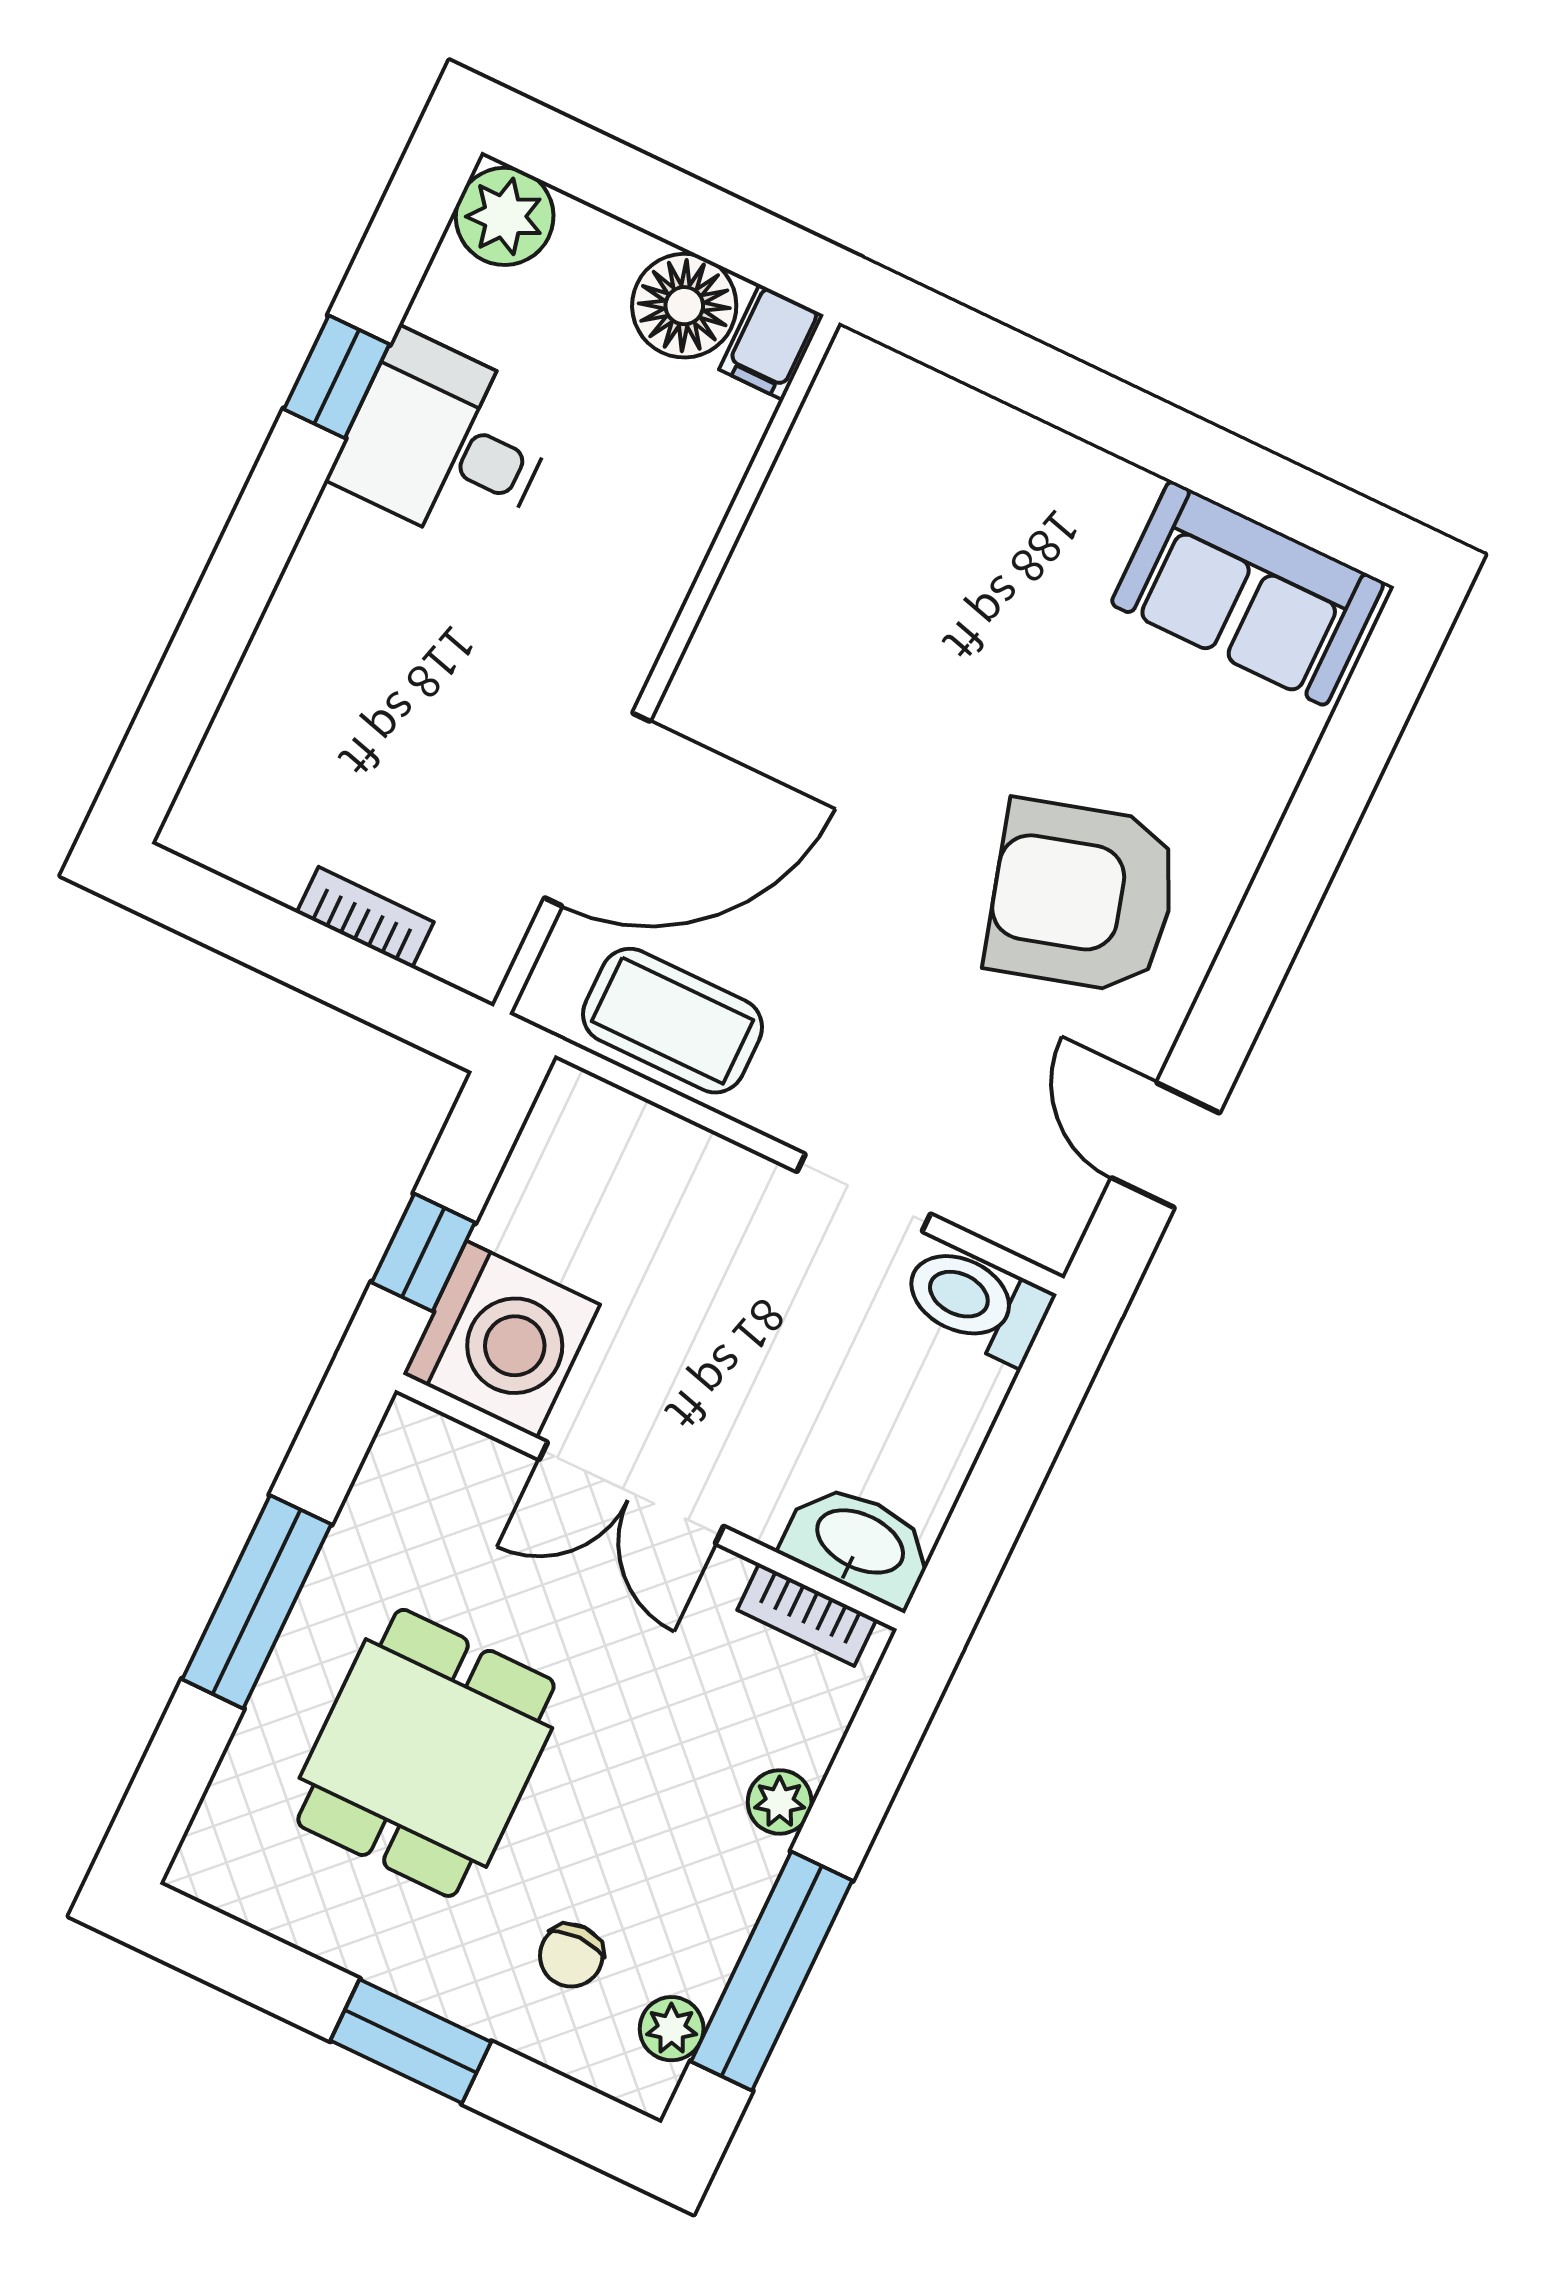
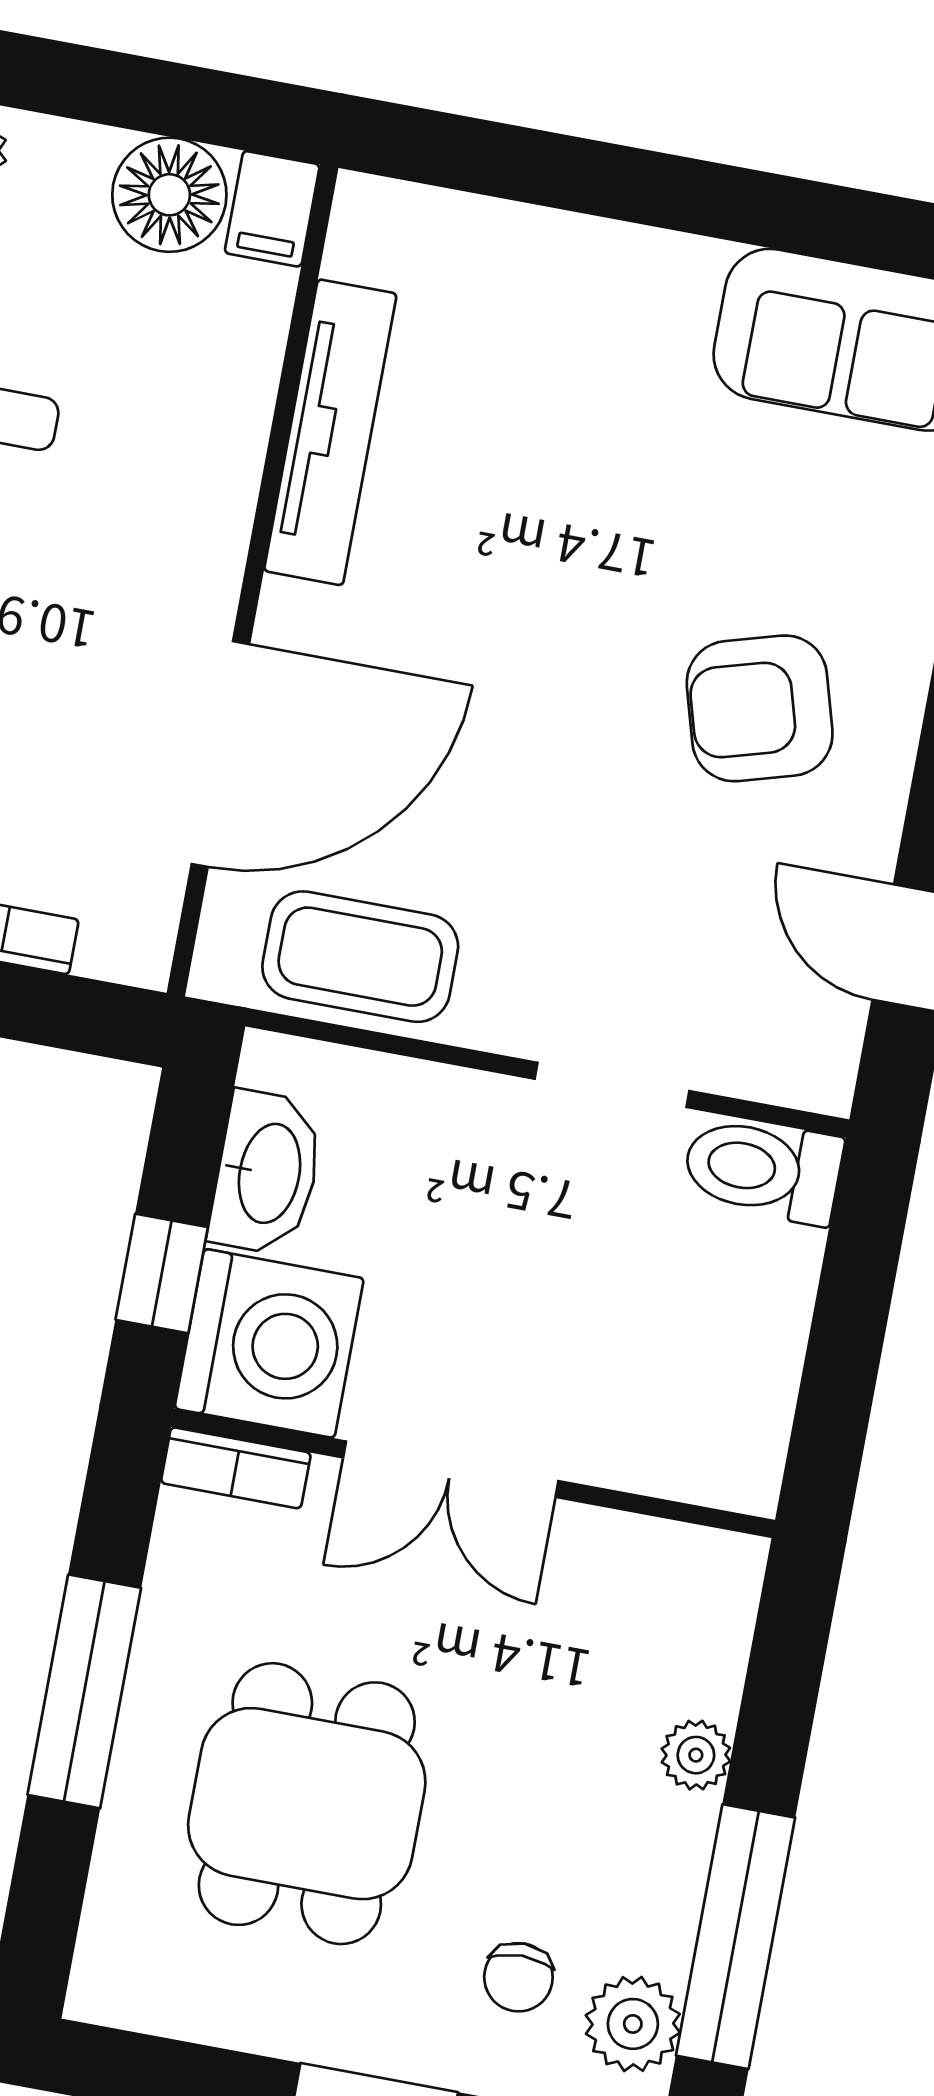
tv unit: (770, 552) -> (330, 432), added
armchair: (1082, 896) -> (760, 708), width x0.73, depth x0.73
washbasin: (859, 1544) -> (267, 1173), moved, turned 90
bookcase: (807, 1615) -> (236, 1468), moved
plant: (672, 2029) -> (633, 2024), width x1.38, depth x1.38

